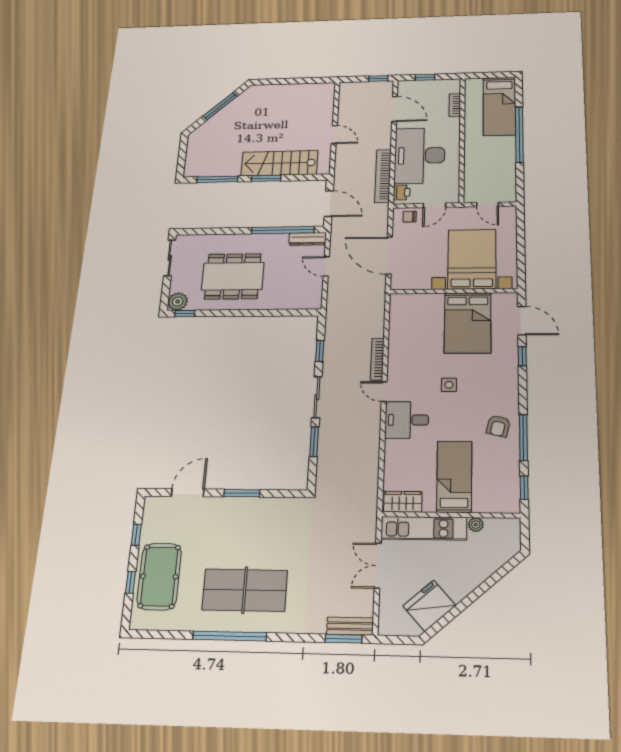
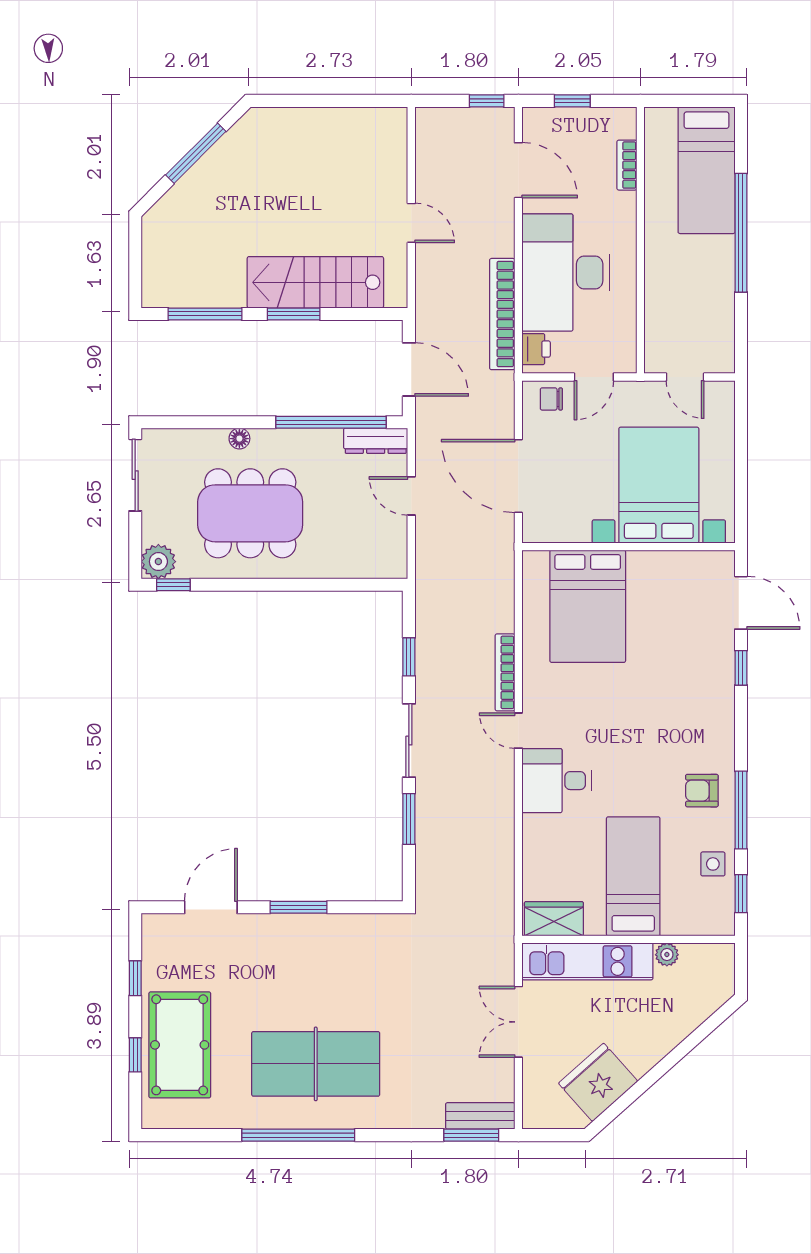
floor lamp: (230, 239) -> (239, 439), added
bed: (468, 323) -> (588, 606), moved
side table: (449, 385) -> (713, 864), moved
armchair: (498, 426) -> (702, 791), turned 77

